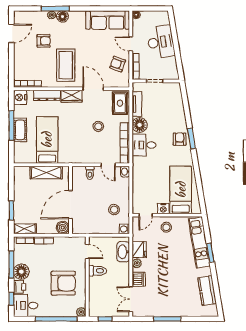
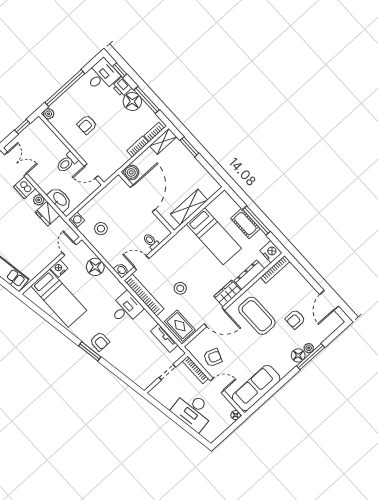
floor lamp: (140, 125) -> (95, 267), moved
stool: (166, 227) -> (42, 255), removed
armchair: (63, 283) -> (87, 125), width x0.53, depth x0.53

